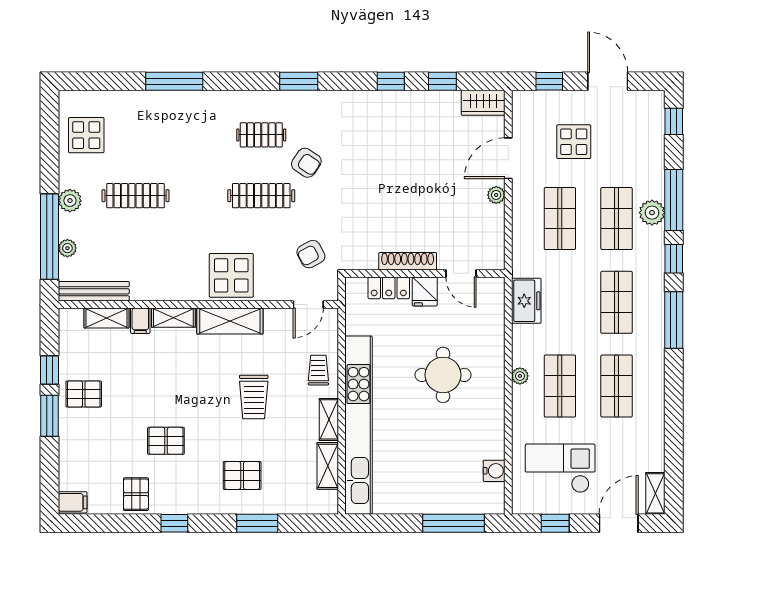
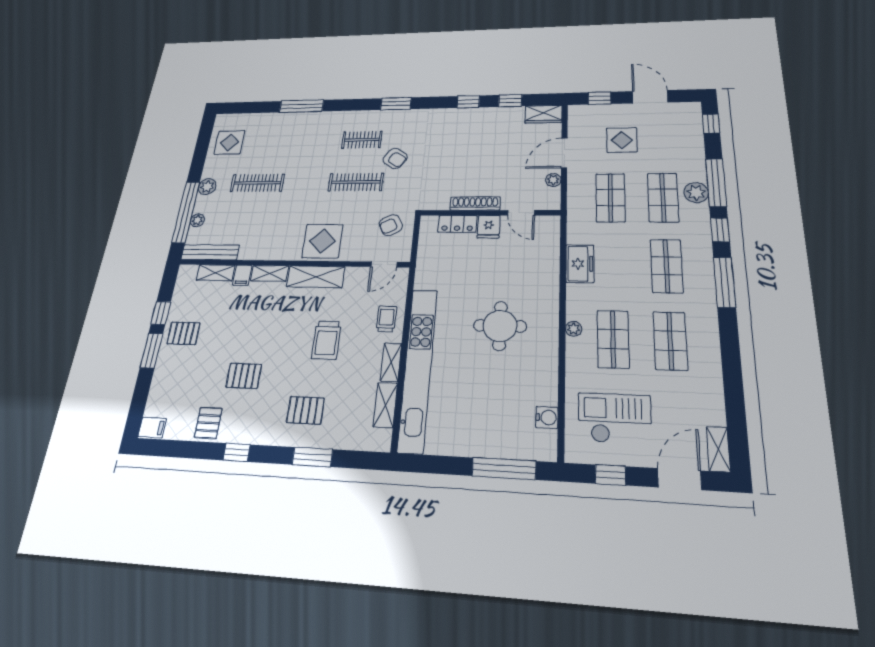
shoe rack: (408, 261) -> (475, 204), moved
wall: (425, 273) -> (490, 213), moved
door: (461, 273) -> (521, 213), moved
locker: (389, 288) -> (457, 224), moved
fridge: (425, 291) -> (489, 227), moved

